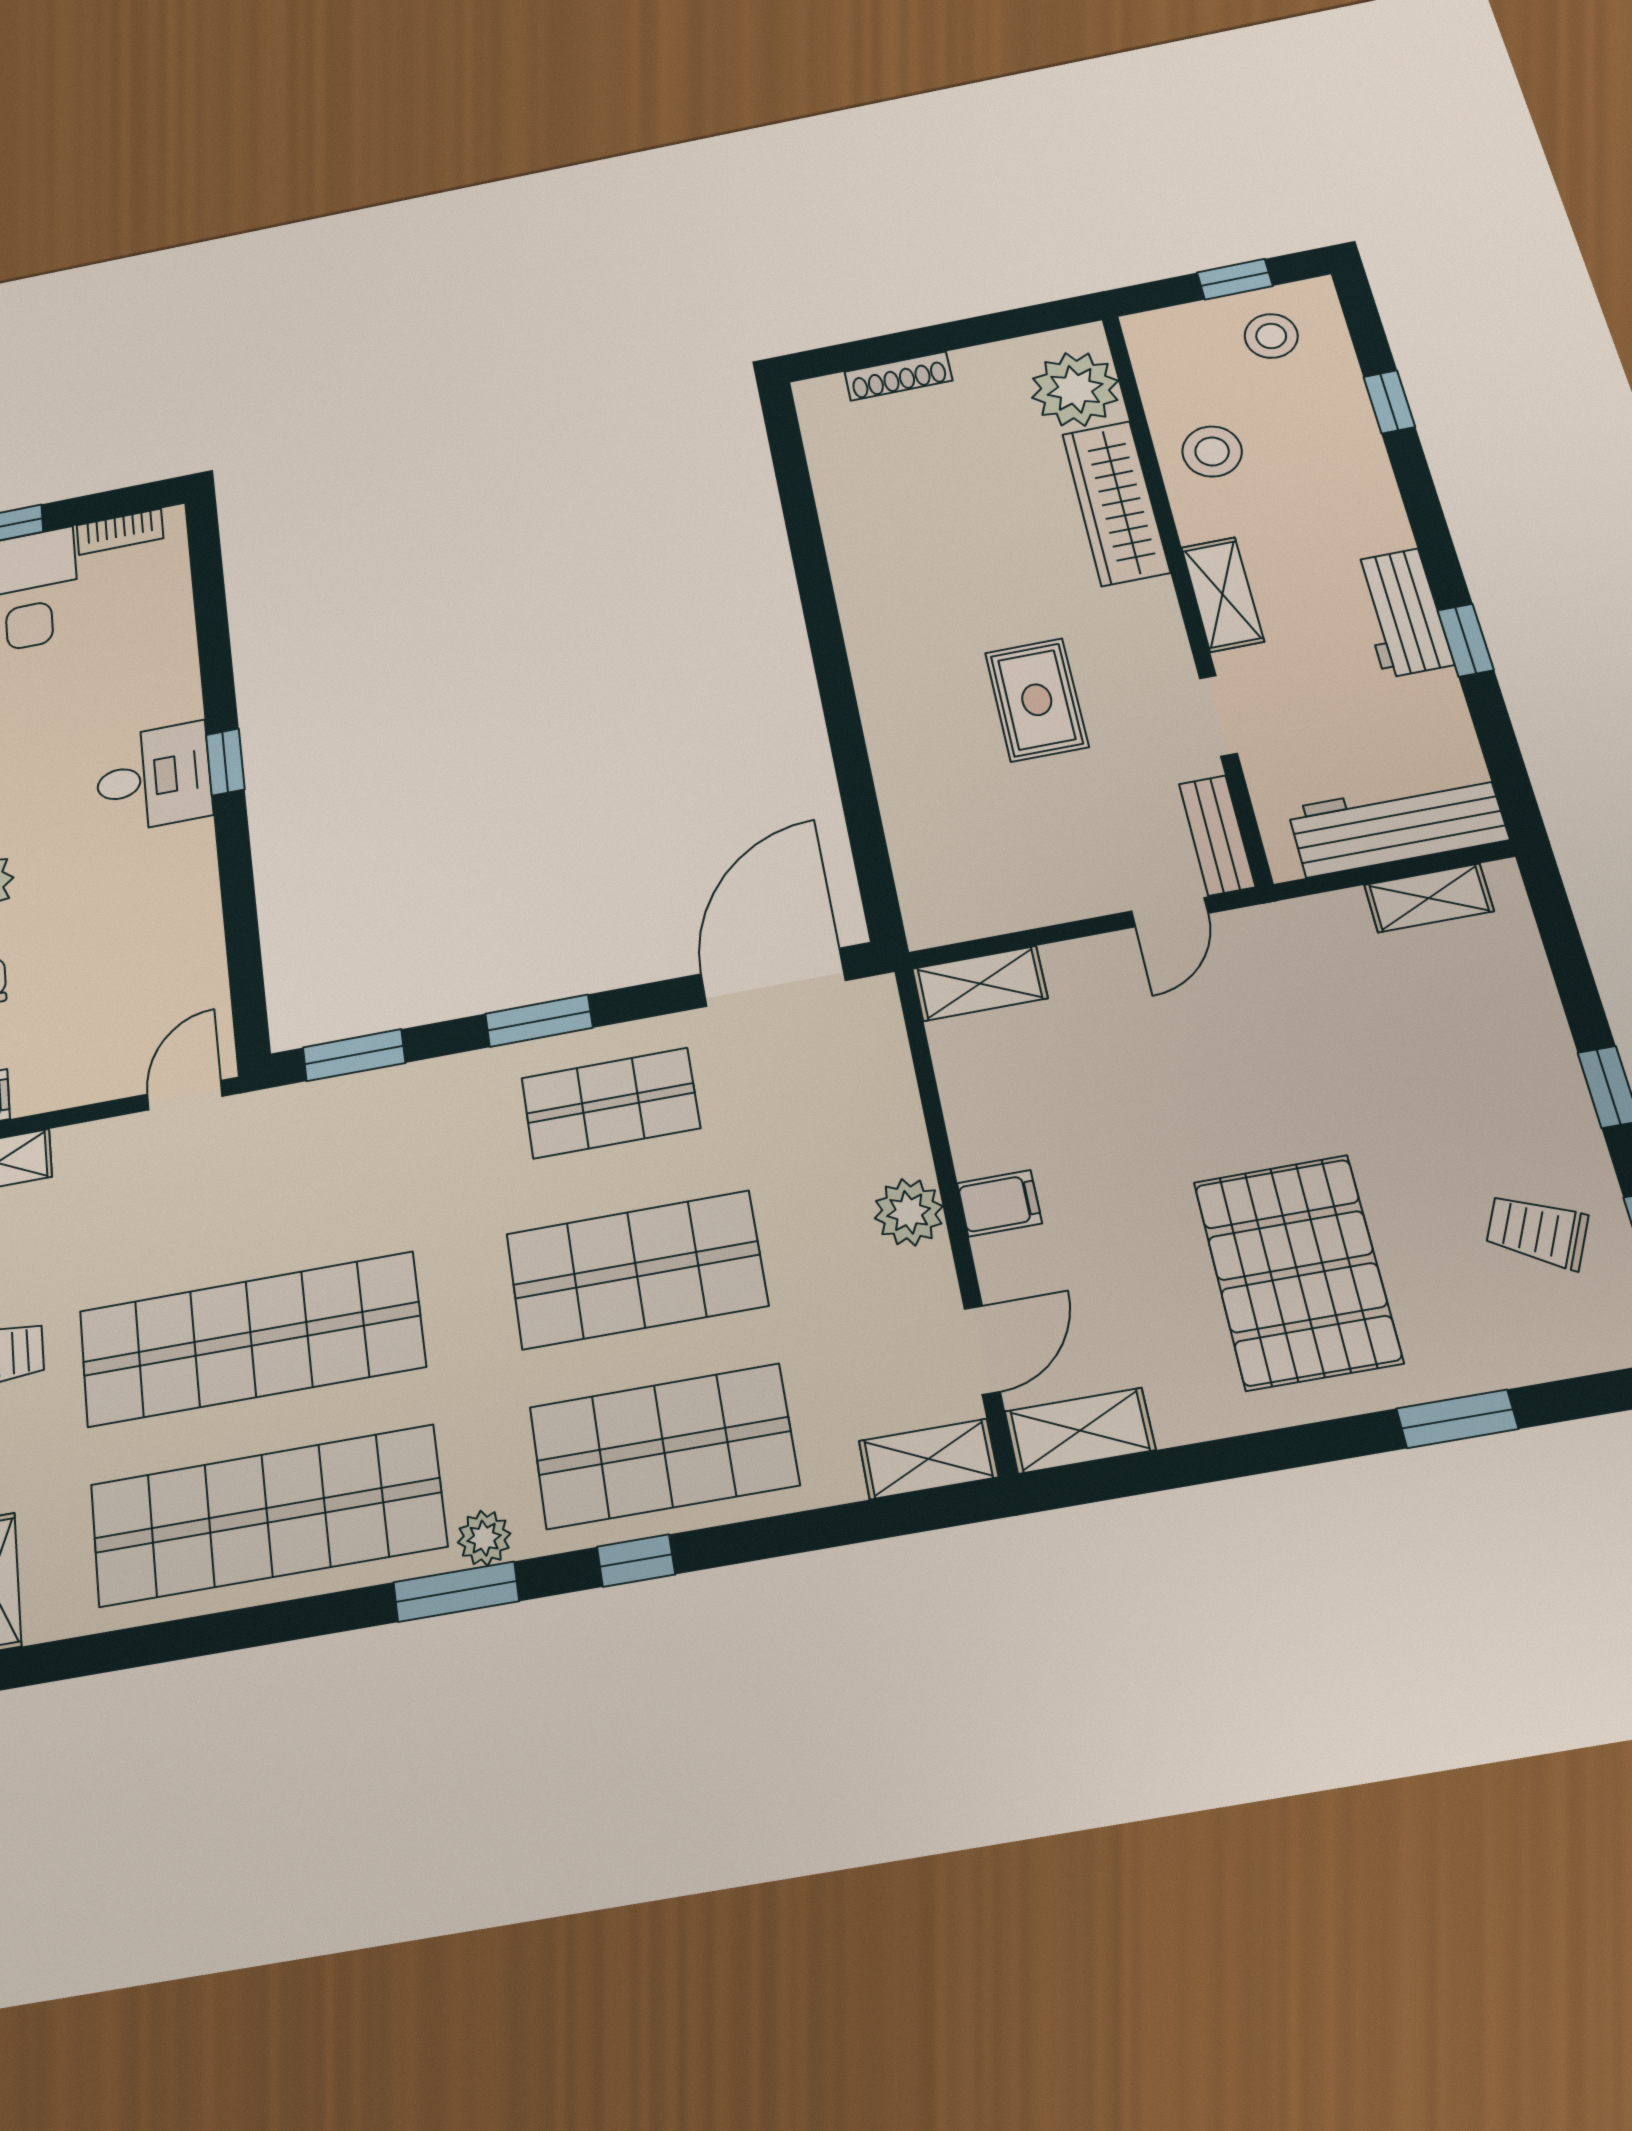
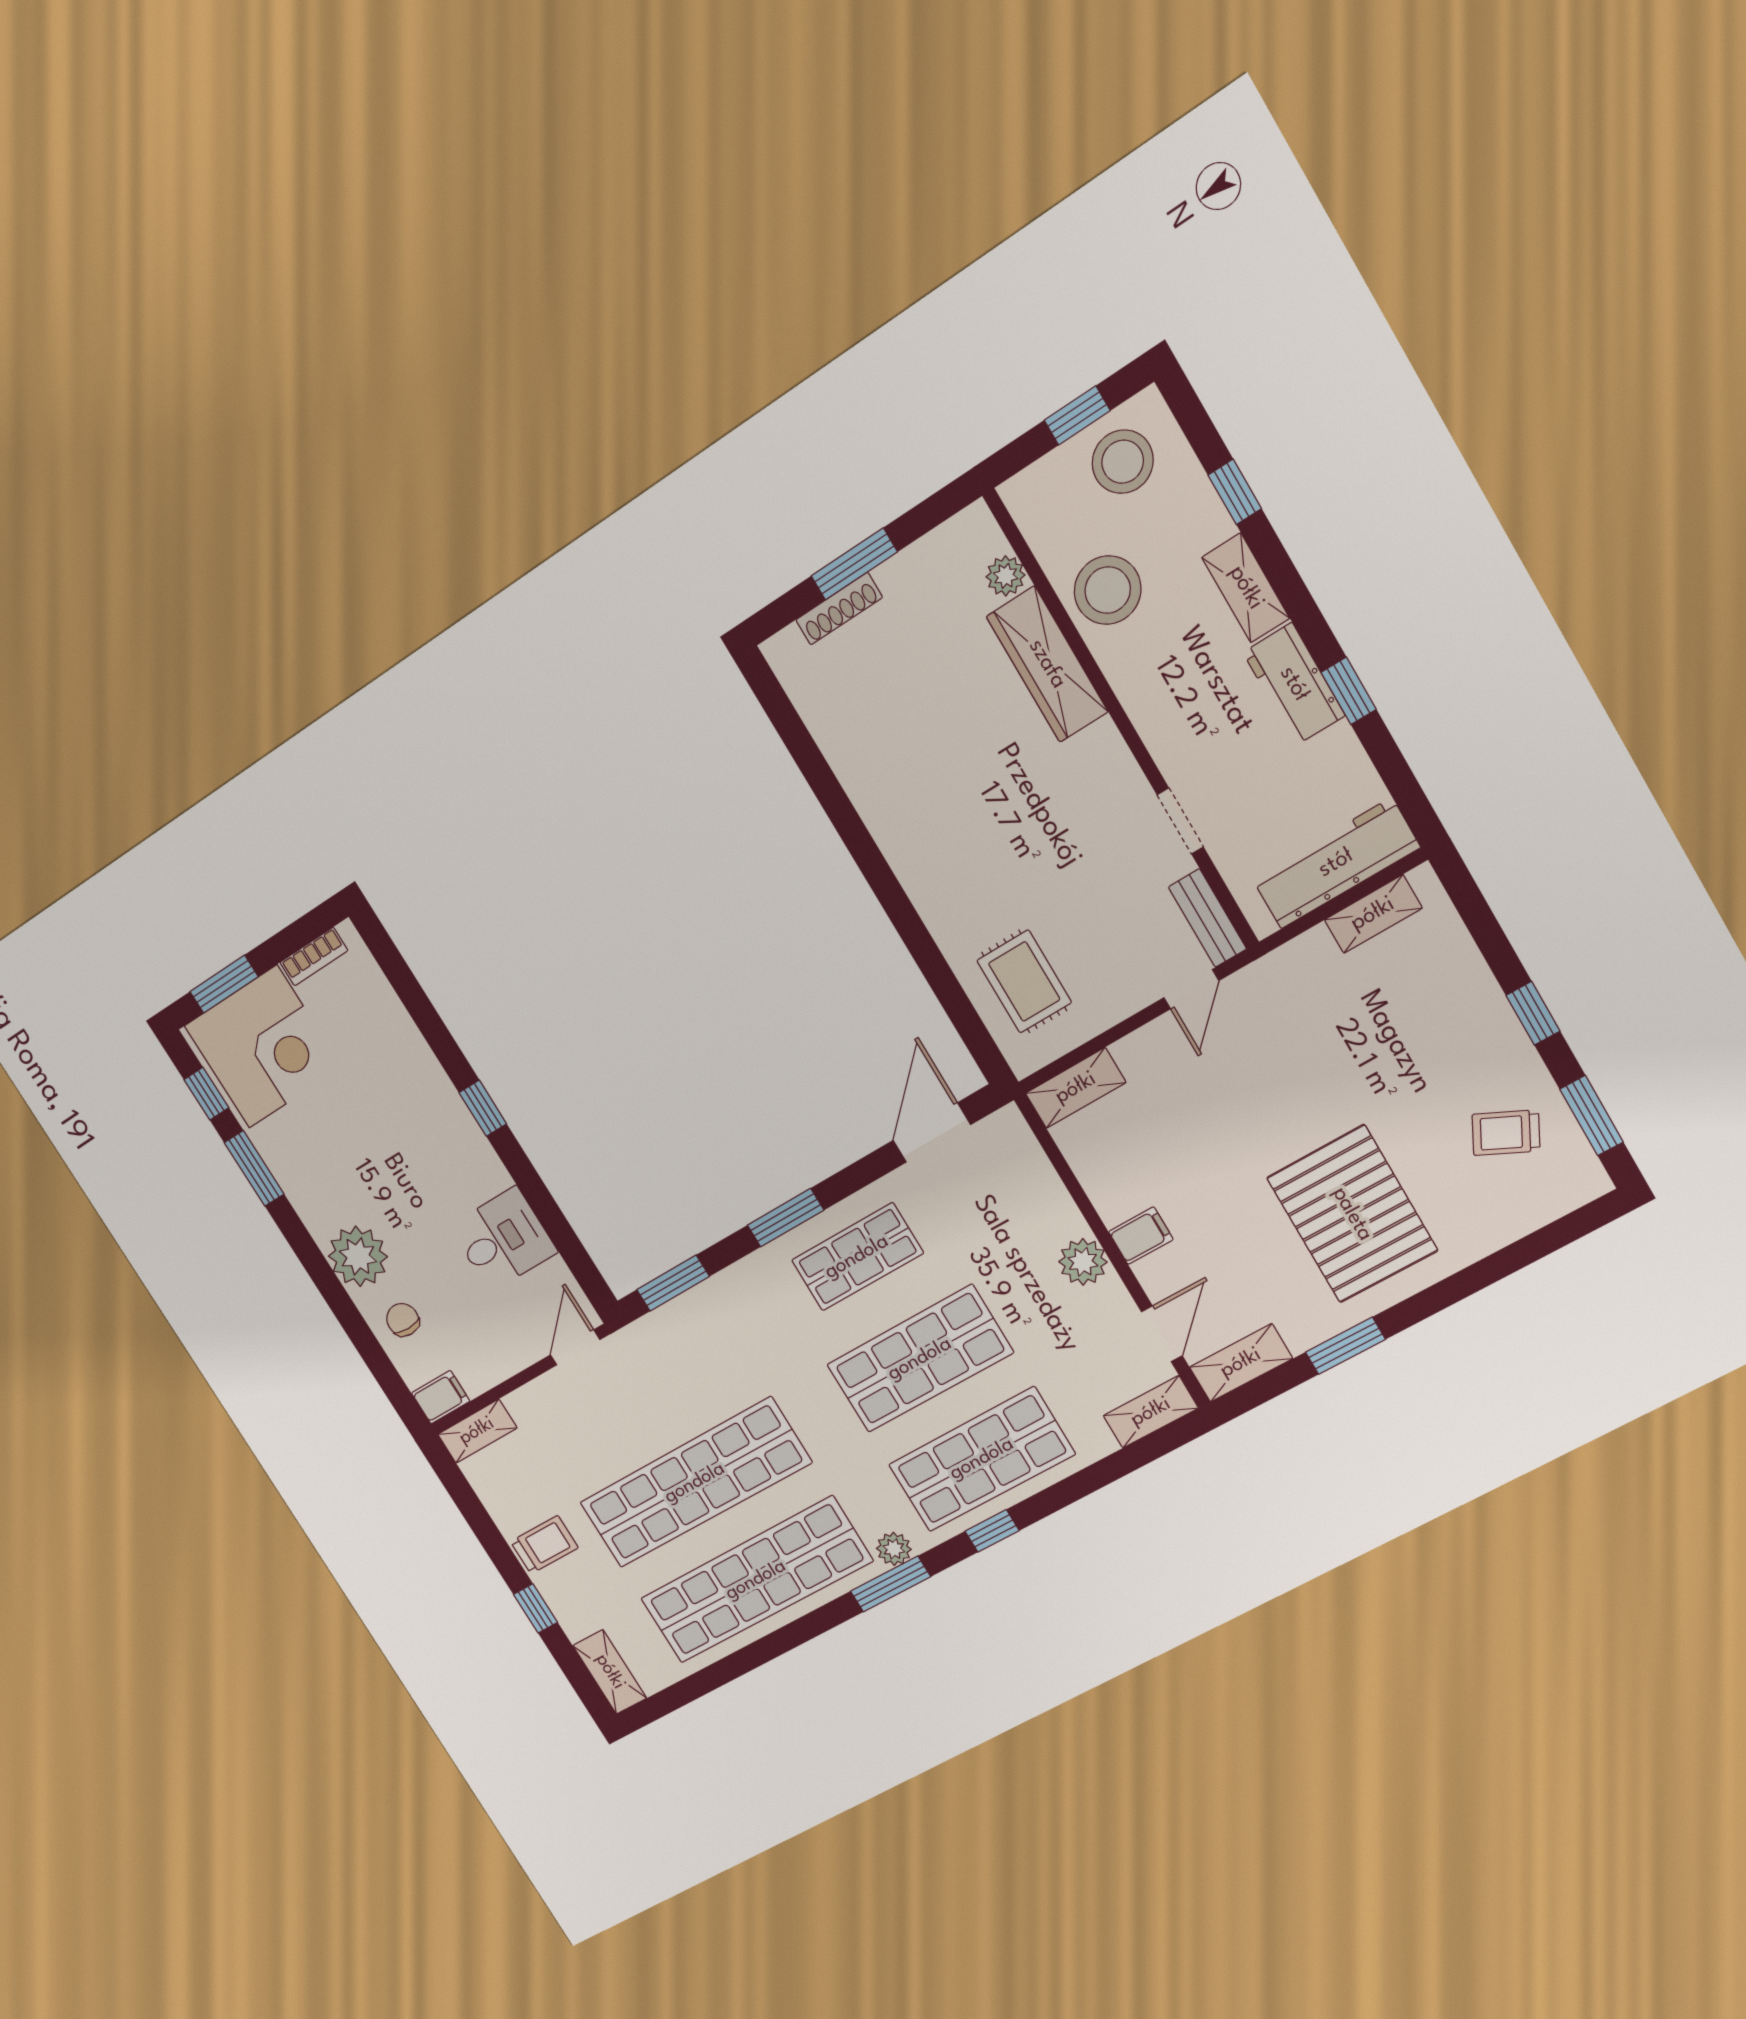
stool: (1271, 336) -> (1123, 462), width x1.38, depth x1.38
window: (933, 340) -> (854, 564), added
plant: (1075, 389) -> (1006, 576), width x0.53, depth x0.53
stool: (1212, 451) -> (1108, 590), width x1.38, depth x1.38
shelving: (1223, 594) -> (1246, 588), moved
rug: (1037, 700) -> (1024, 981), moved
desk: (153, 778) -> (503, 1239), moved
door: (773, 977) -> (932, 1132), width x0.73
window: (1457, 1419) -> (1345, 1346), moved

